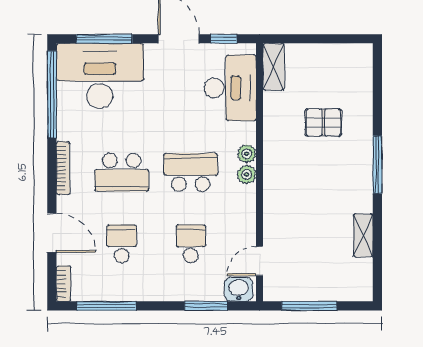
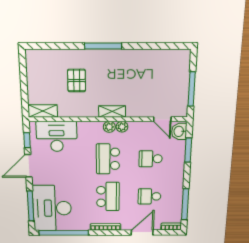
plant: (247, 154) -> (122, 127), moved
shelving: (363, 235) -> (112, 111), moved

